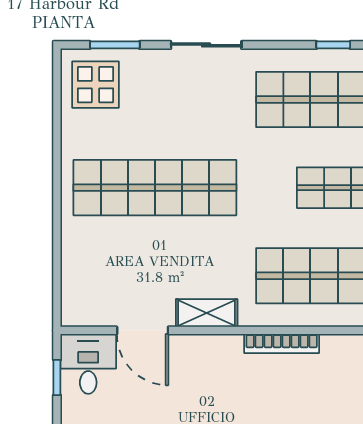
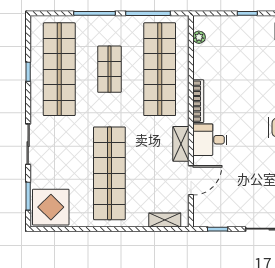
display table: (96, 85) -> (51, 207), width x1.36, depth x1.36
shelving: (73, 285) -> (165, 220), added
desk: (88, 364) -> (210, 140), moved

